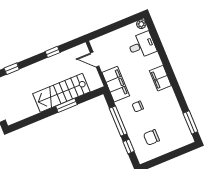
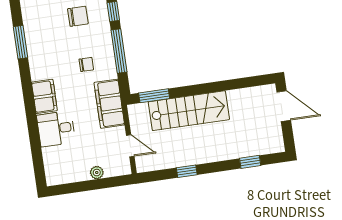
plant: (141, 24) -> (97, 173), moved
desk: (142, 45) -> (56, 129), moved
window: (66, 105) -> (154, 96), moved
window: (190, 122) -> (21, 42), moved

